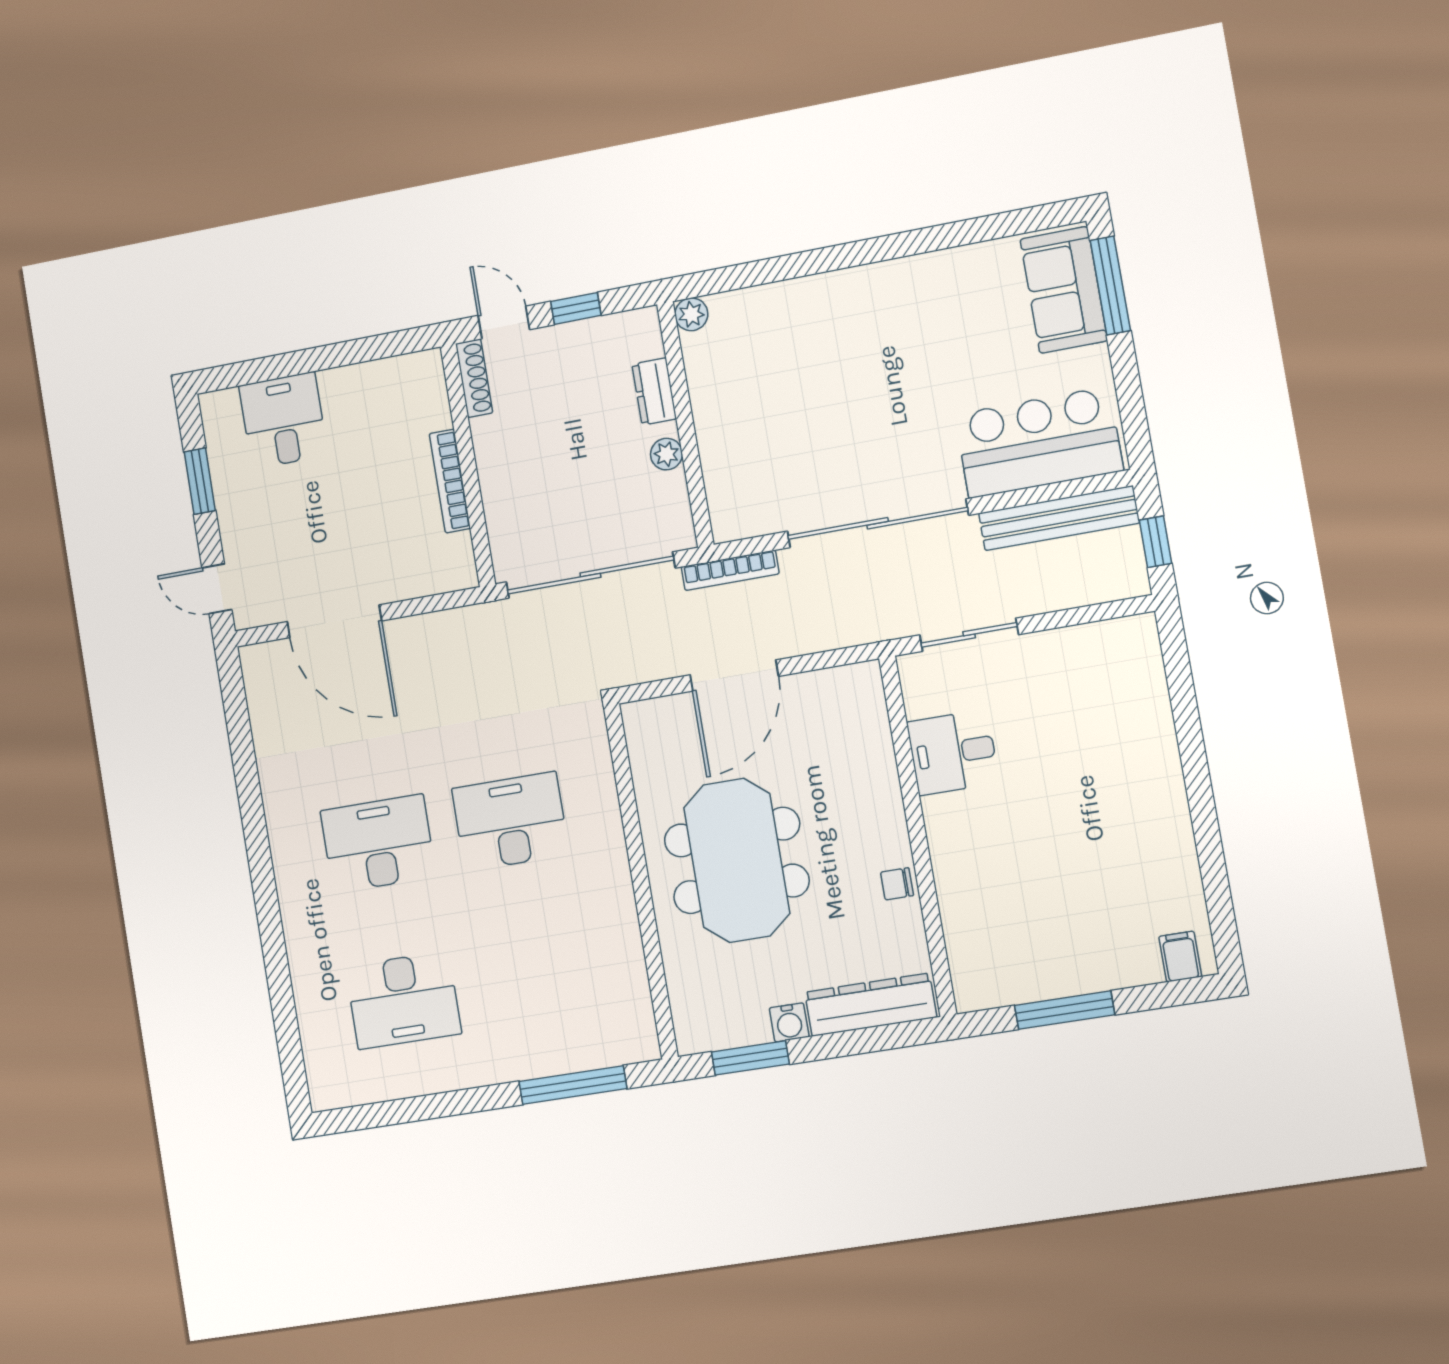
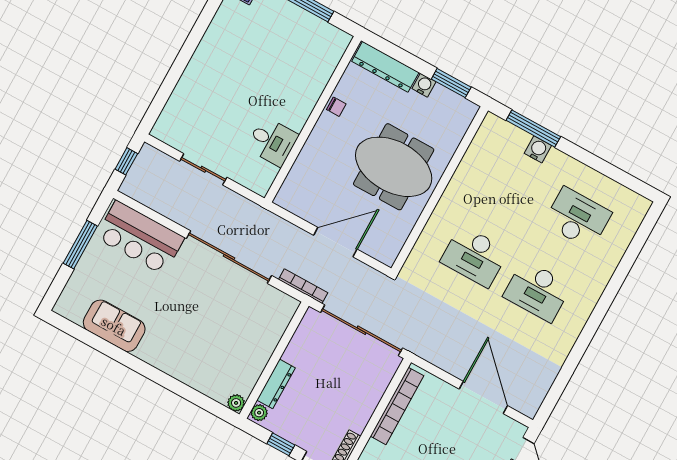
window: (1110, 285) -> (80, 245), moved
sofa: (1064, 290) -> (114, 326), moved, turned -90
dresser: (654, 391) -> (276, 384), width x1.44
plant: (666, 454) -> (259, 413), moved
bookcase: (450, 481) -> (397, 406), width x1.48, depth x1.31
bench: (1059, 518) -> (156, 201), removed
sliding door: (969, 635) -> (203, 169), moved
meeting table: (737, 860) -> (394, 167), turned 90
water cooler: (541, 1058) -> (538, 149), added

